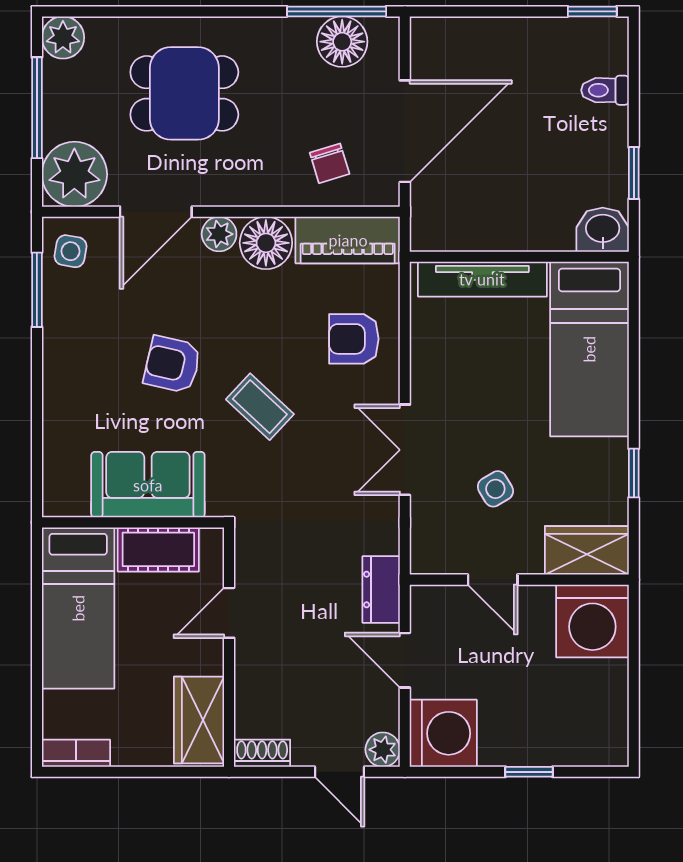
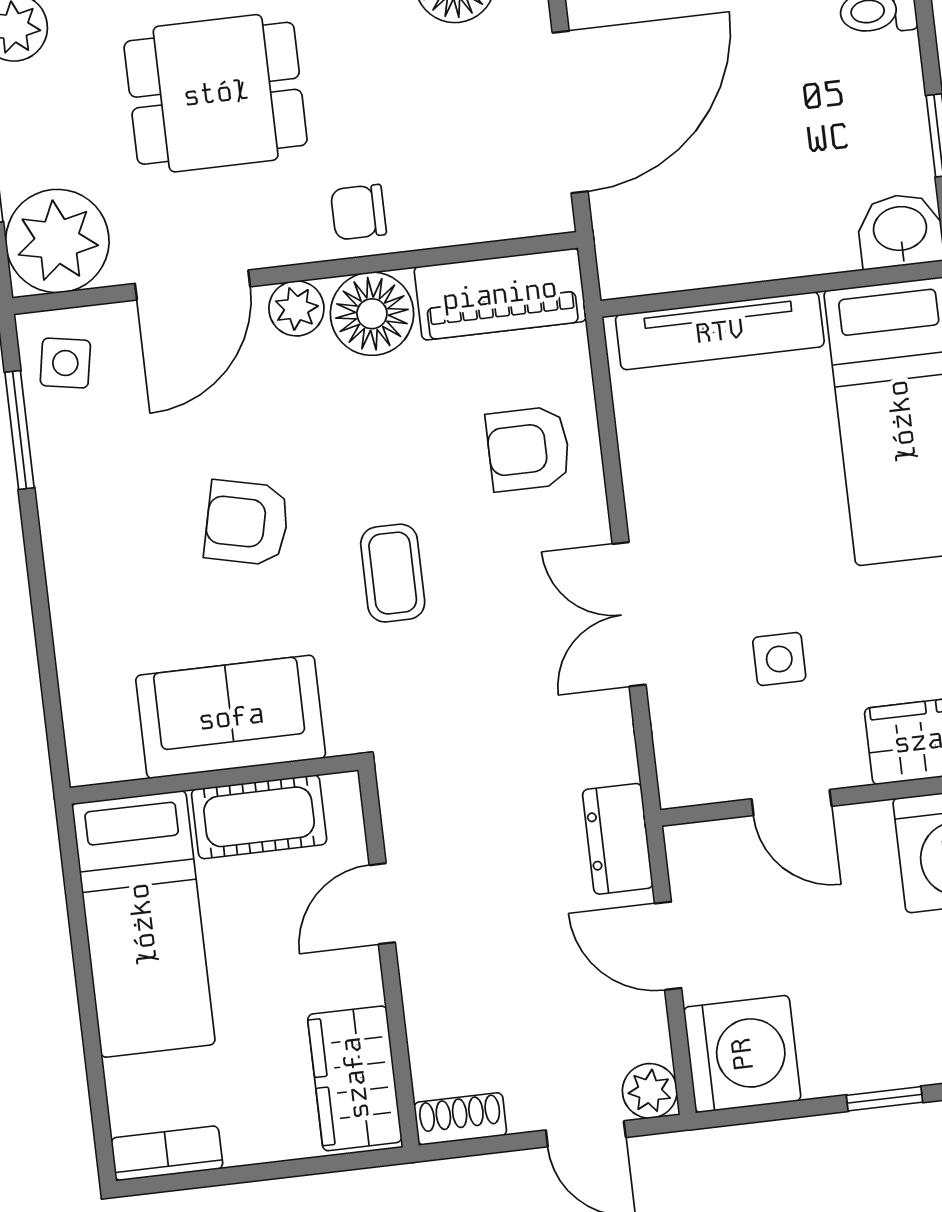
chair: (330, 163) -> (358, 212), moved, turned 107
coffee table: (260, 407) -> (393, 573), turned 47
side table: (495, 489) -> (779, 659), turned 31

